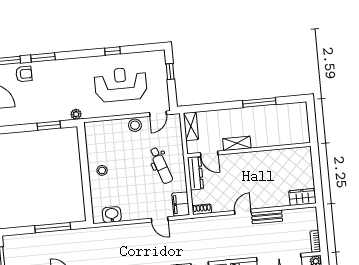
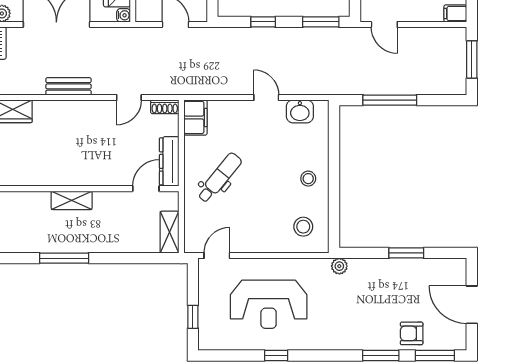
stool: (135, 125) -> (303, 227), moved
window: (49, 126) -> (406, 253), moved
shelving: (237, 143) -> (72, 200), moved
door: (209, 154) -> (146, 189), hinge flipped
dental chair: (161, 165) -> (220, 178), turned 58
door: (243, 212) -> (129, 97), moved
door: (160, 219) -> (266, 97), moved

